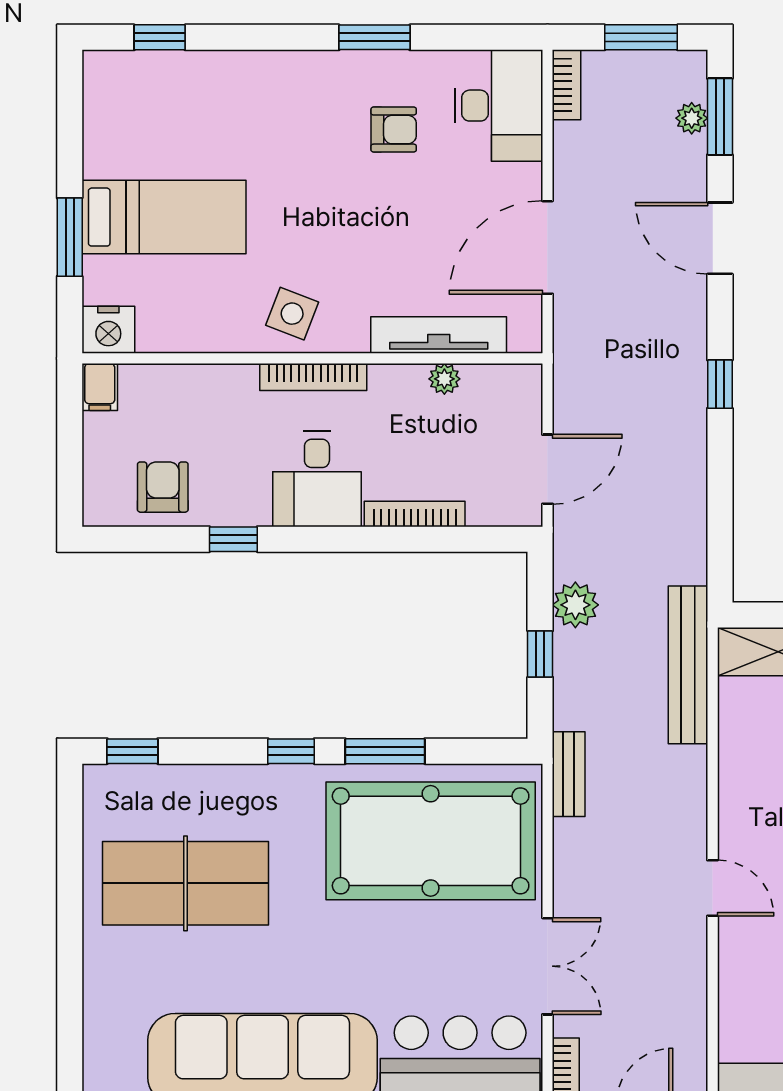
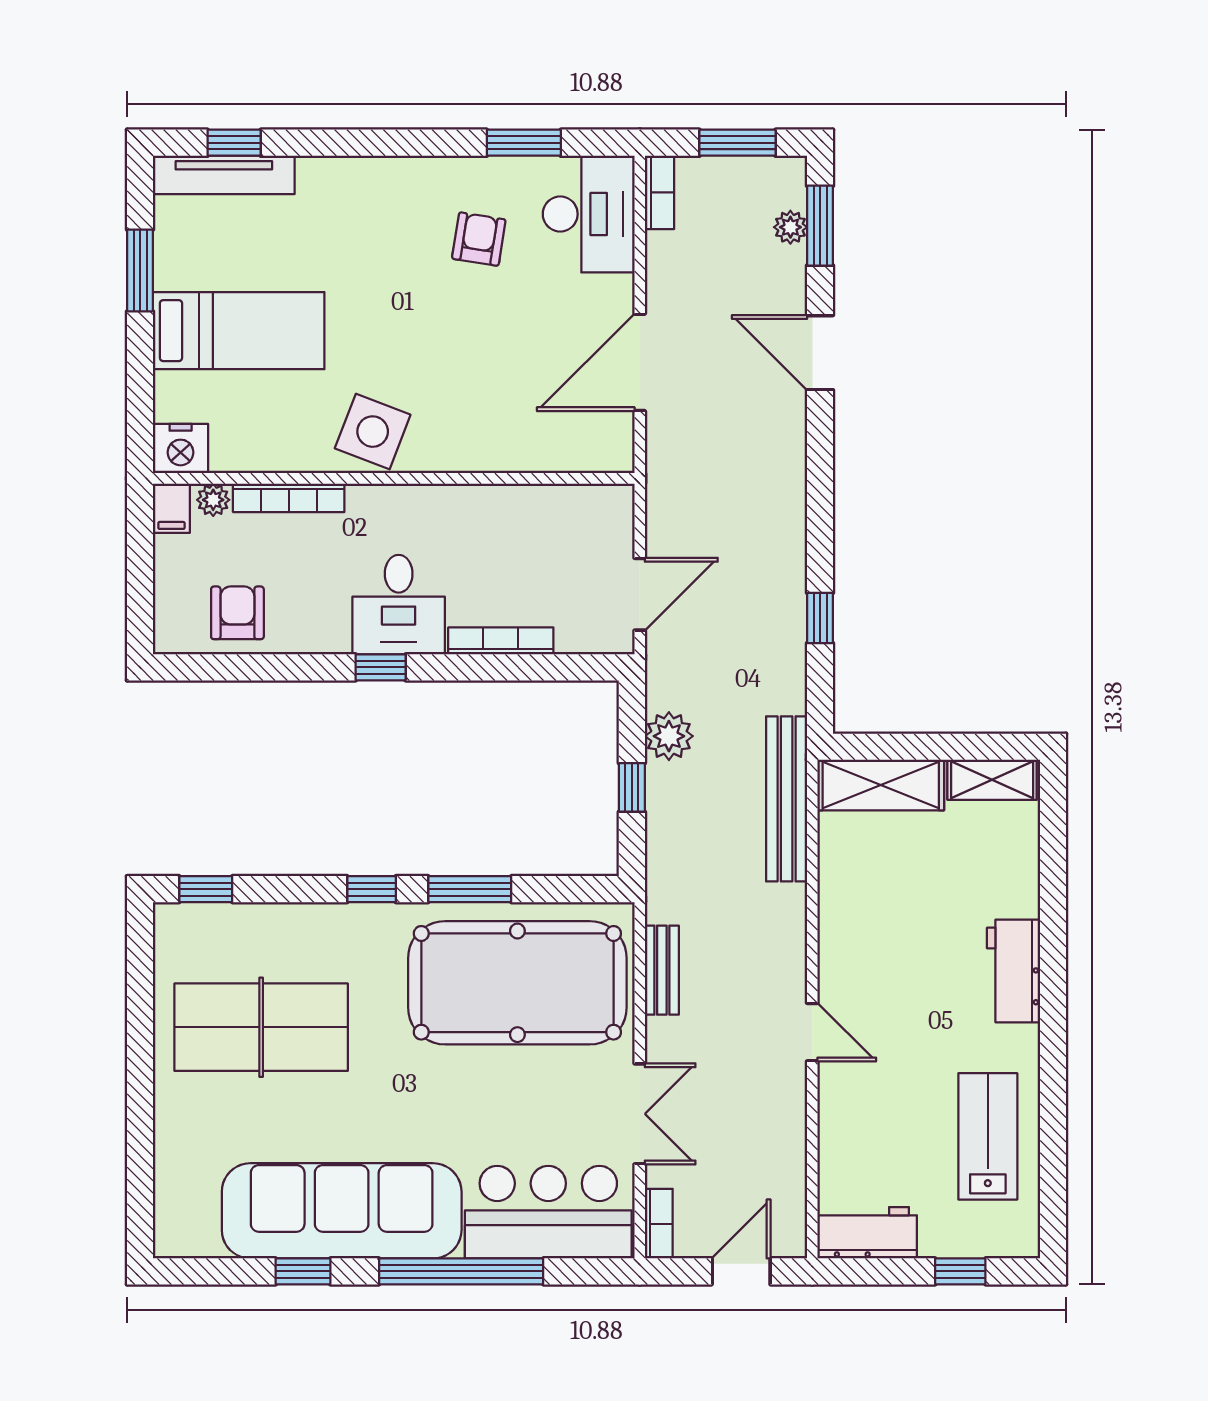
window: (374, 37) -> (524, 143), moved
armchair: (394, 130) -> (479, 239), turned -81
window: (70, 237) -> (140, 271), moved
side table: (292, 314) -> (373, 432), width x1.37, depth x1.37
tv unit: (439, 335) -> (224, 175), moved, turned 180
bookcase: (313, 377) -> (289, 498), moved
plant: (444, 379) -> (213, 500), moved
window: (720, 384) -> (820, 618), moved
window: (233, 539) -> (381, 667), moved
bench: (569, 774) -> (662, 970), moved

